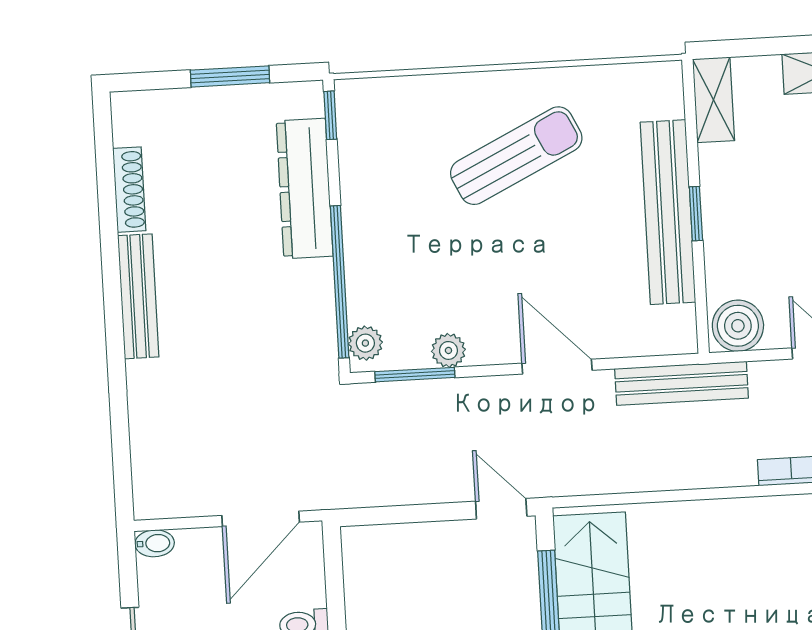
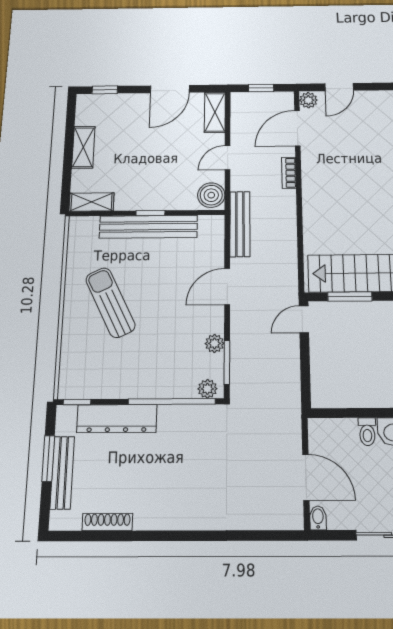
bench: (138, 296) -> (62, 473), moved, turned 90
door: (261, 519) -> (306, 477), moved

